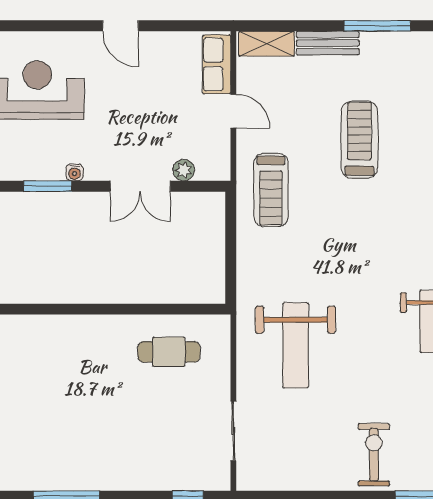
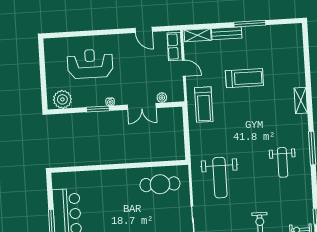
door: (121, 26) -> (144, 30), moved
treadmill: (359, 140) -> (244, 78), turned 90
cafe table: (169, 352) -> (160, 184), width x1.37, depth x1.35

